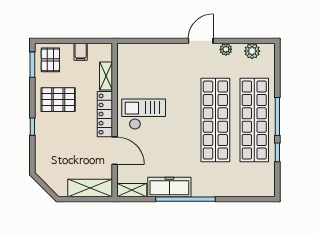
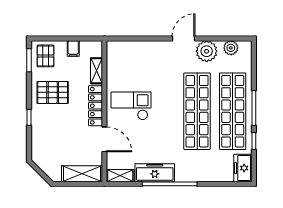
plant: (226, 49) -> (207, 51), width x1.87, depth x1.87
freezer: (265, 182) -> (243, 168), added

